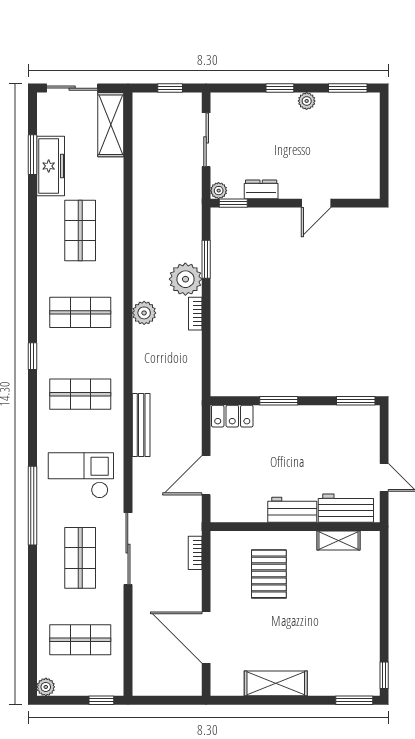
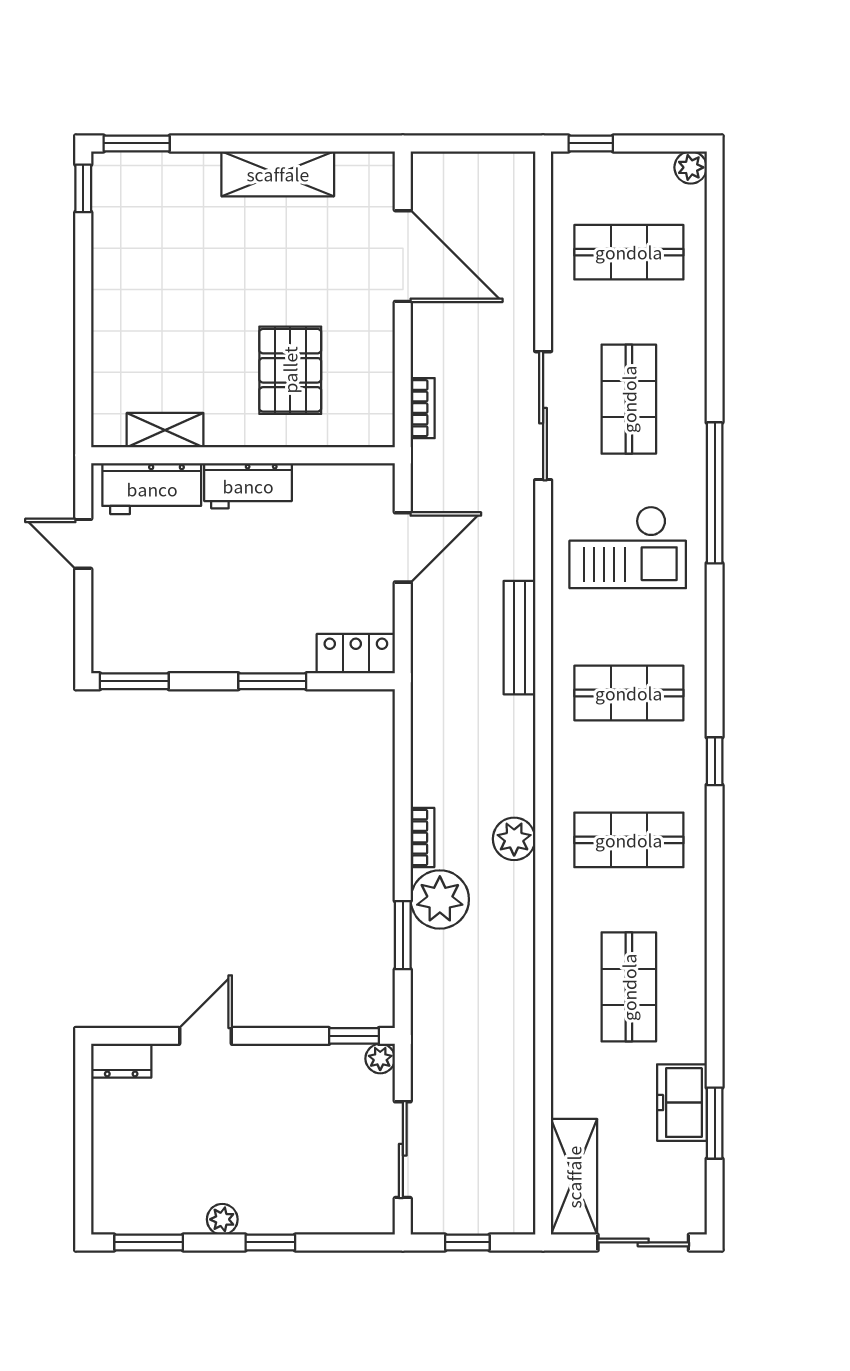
freezer: (51, 166) -> (682, 1103), width x0.71
dresser: (261, 189) -> (121, 1061), moved

